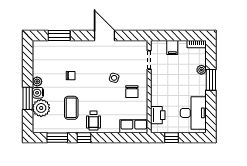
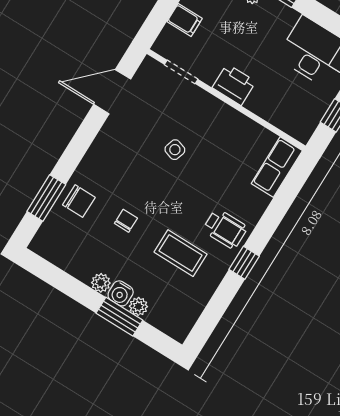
door: (104, 35) -> (112, 92), moved
chair: (132, 92) -> (79, 201), moved
plant: (41, 108) -> (138, 306), width x0.53, depth x0.53
printer: (158, 115) -> (234, 85), moved
window: (57, 138) -> (216, 308), removed

